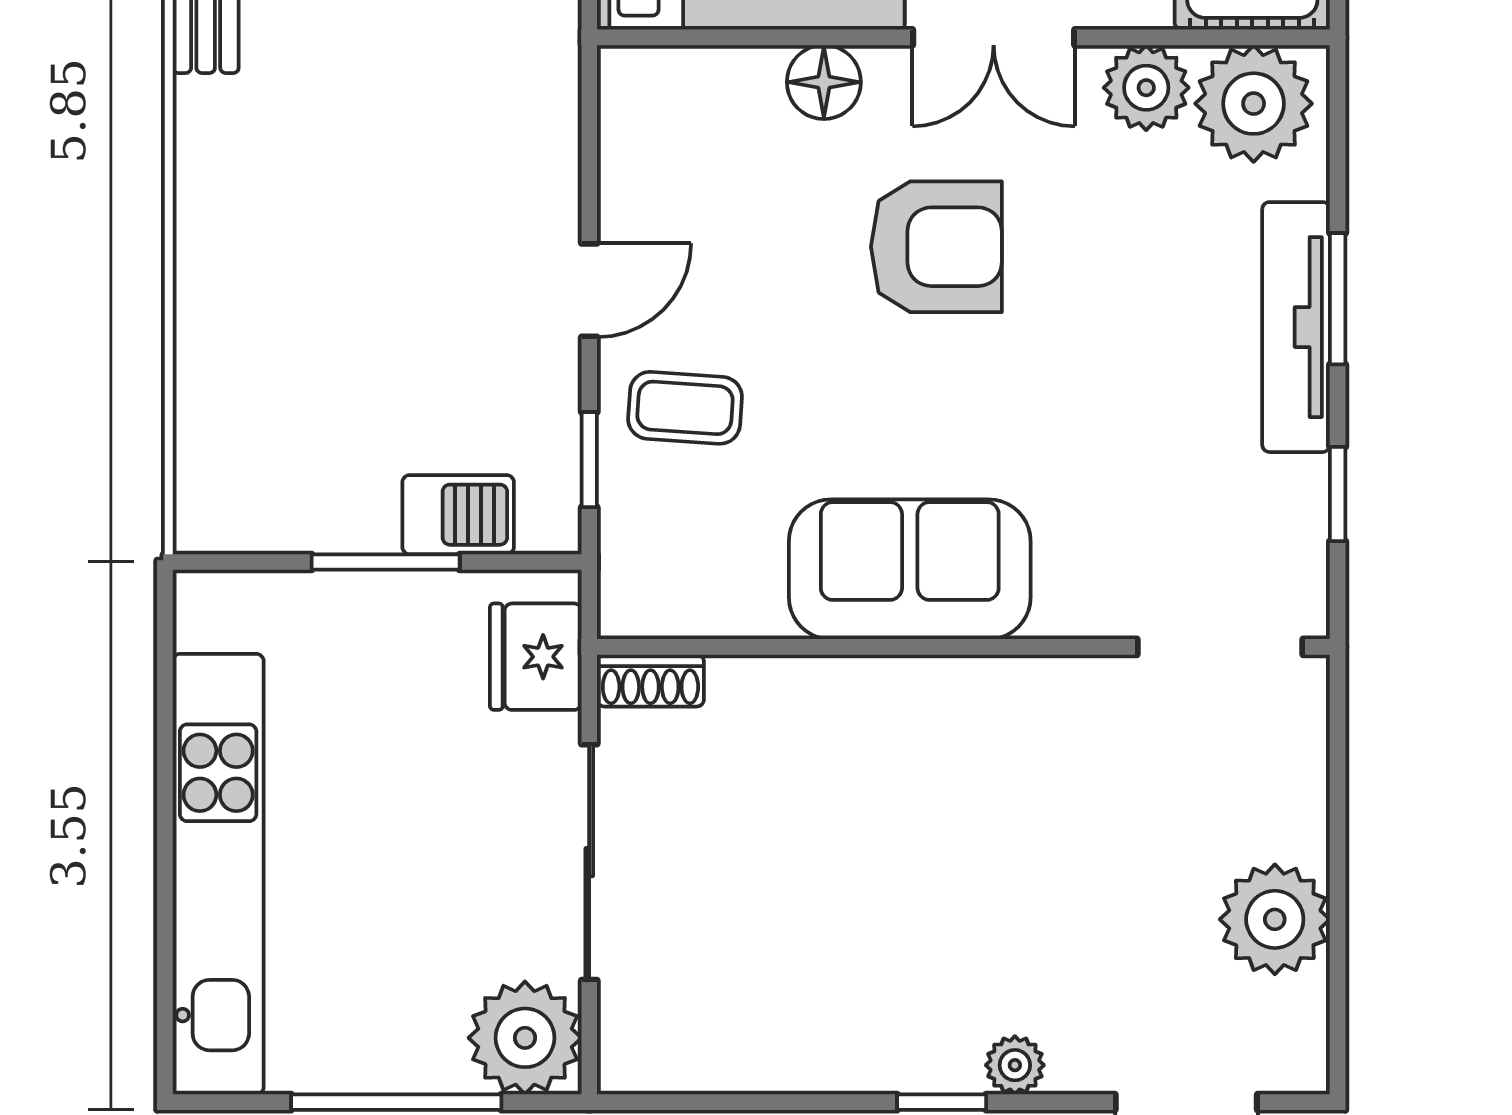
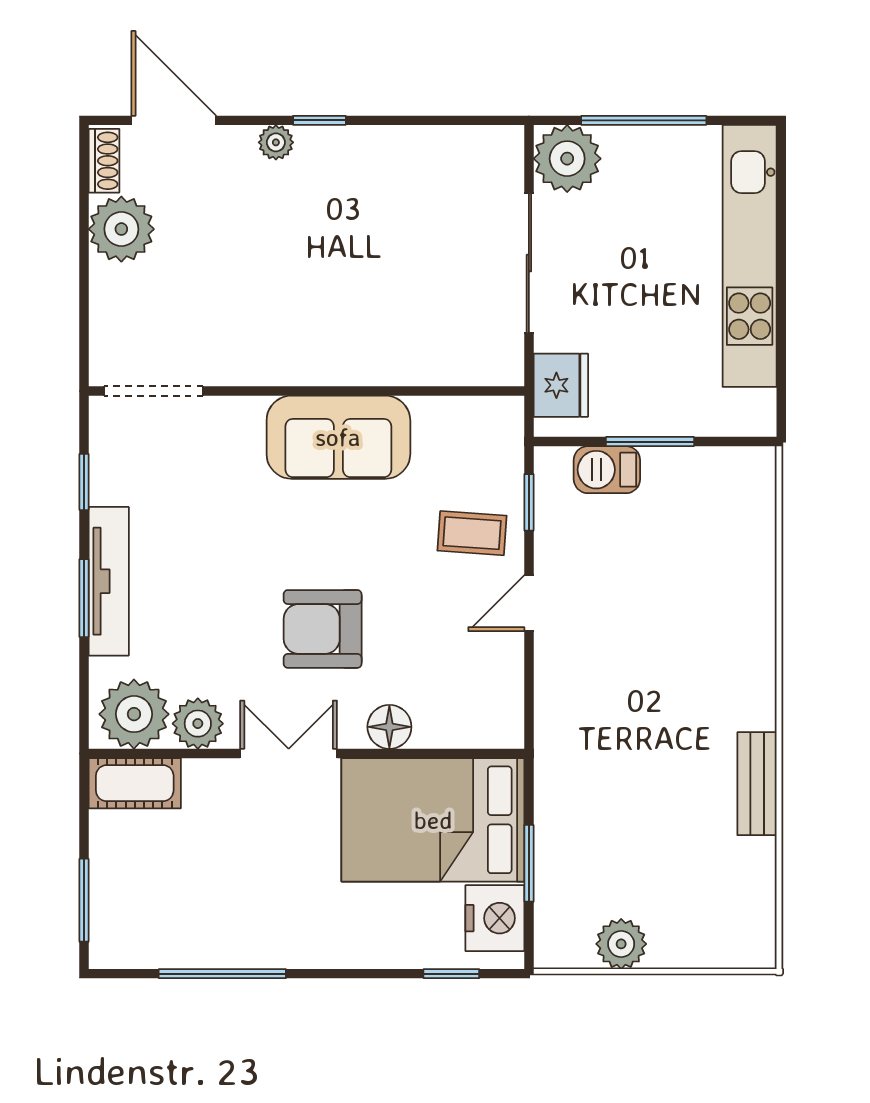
shoe rack: (650, 681) -> (104, 161), moved, turned 90

